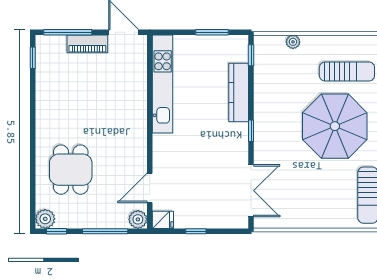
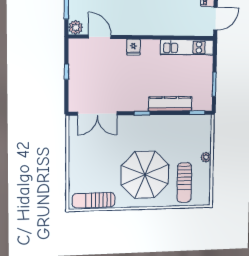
plant: (293, 42) -> (206, 157), moved
kitchen unit: (163, 84) -> (187, 47), width x0.73
fridge: (163, 220) -> (133, 47), moved

